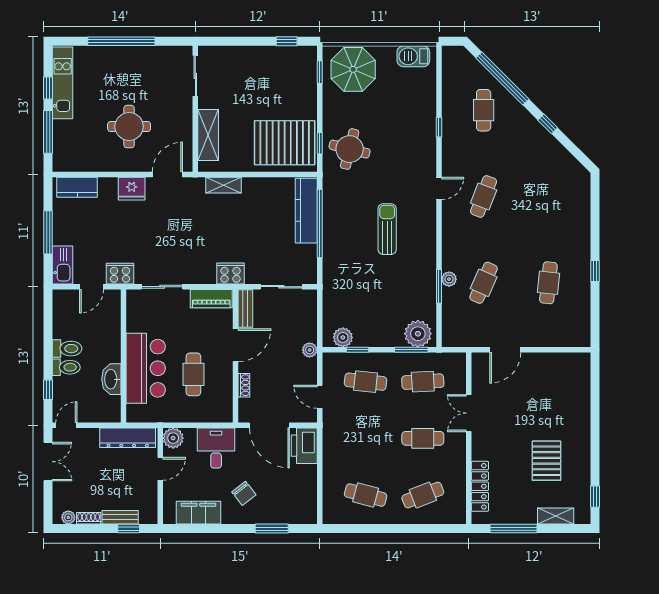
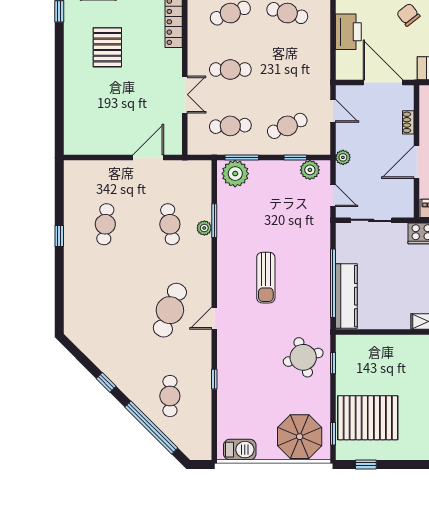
pallet: (285, 143) -> (368, 418), moved
round table: (350, 149) -> (303, 357), turned -30
cafe table: (484, 196) -> (170, 310), width x1.37, depth x1.35
cafe table: (484, 283) -> (170, 224), turned -33
bench: (245, 309) -> (407, 199), removed
door: (320, 312) -> (333, 196), added
cafe table: (366, 382) -> (287, 126), turned -30
printer: (304, 446) -> (348, 32), moved

